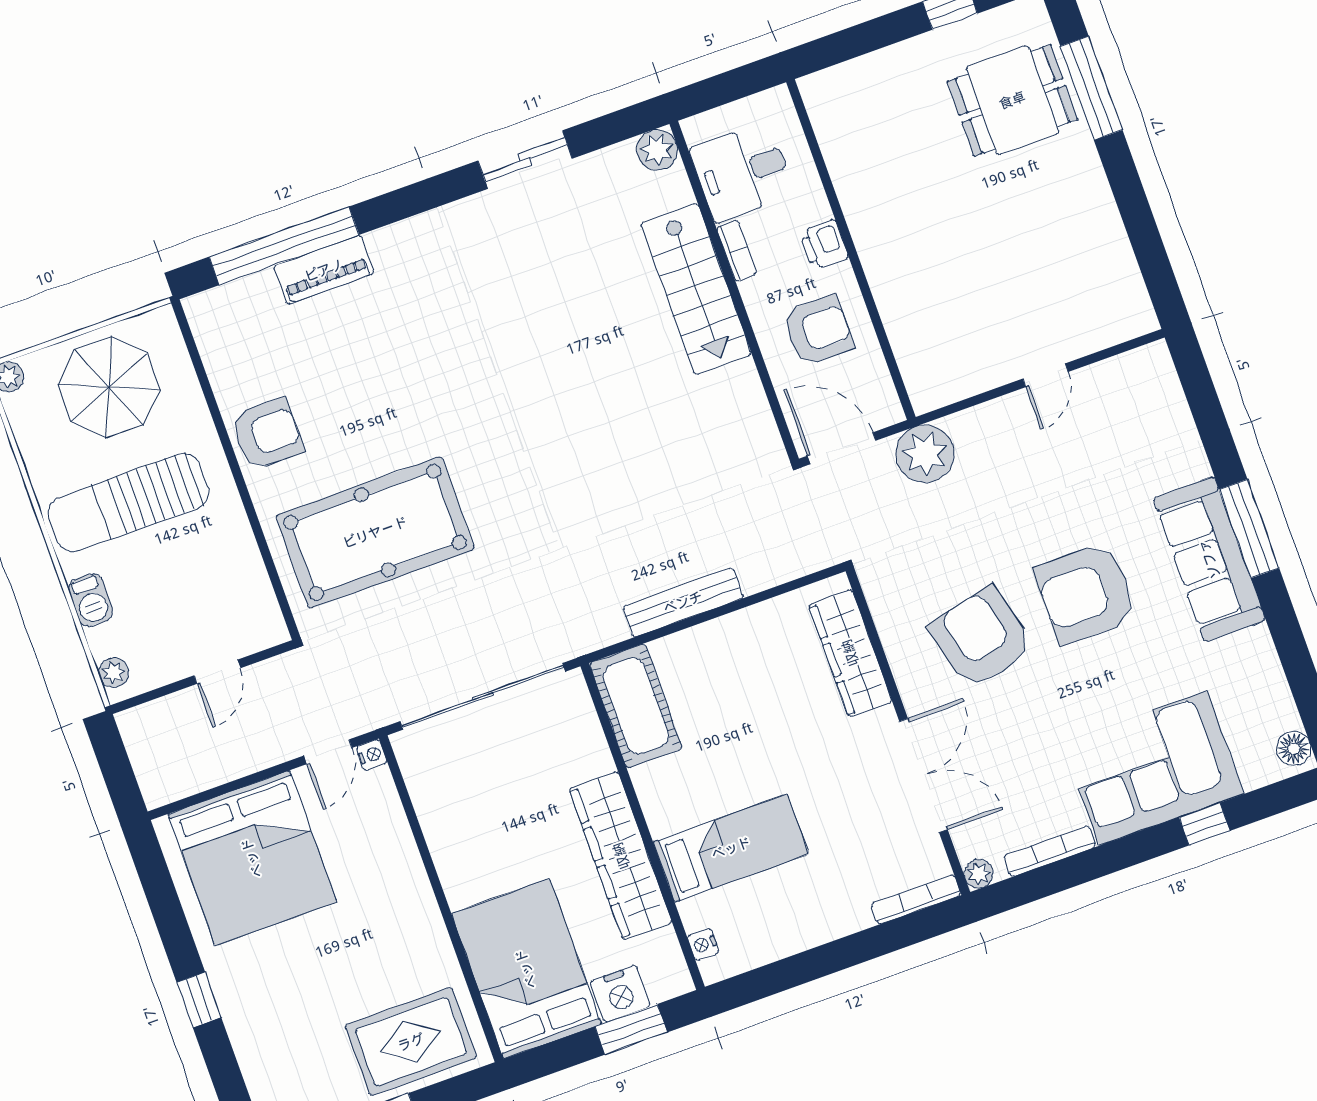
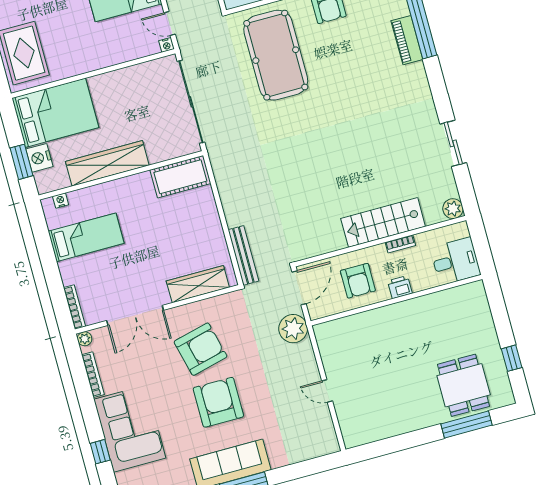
desk: (742, 172) -> (455, 261), moved, turned 90
bench: (683, 602) -> (243, 255), moved
bed: (731, 848) -> (86, 237), moved, turned -90

